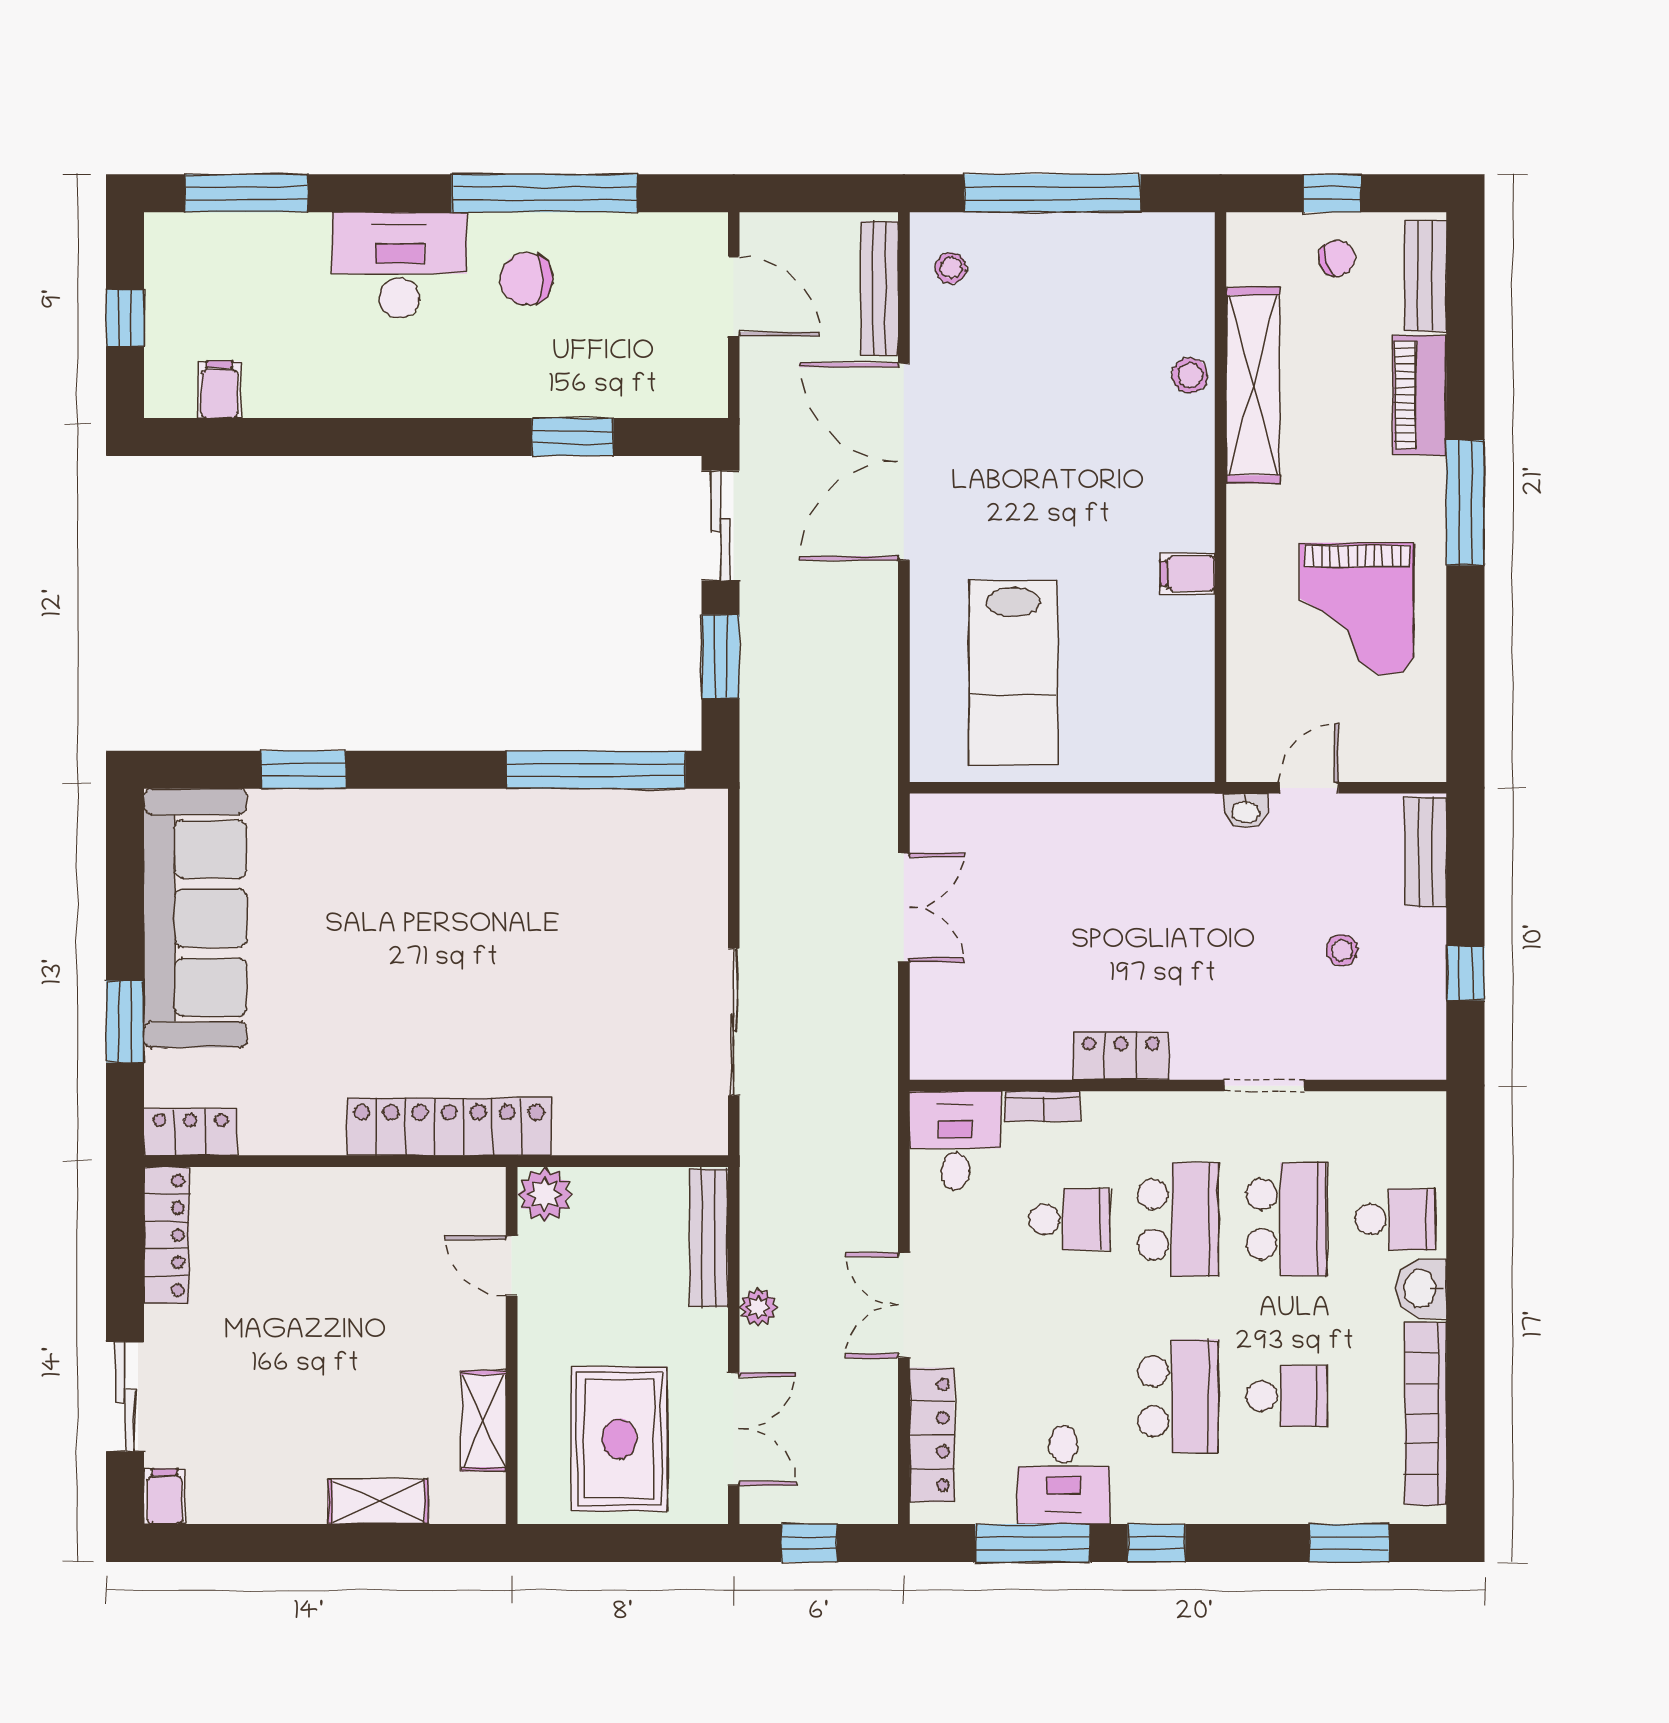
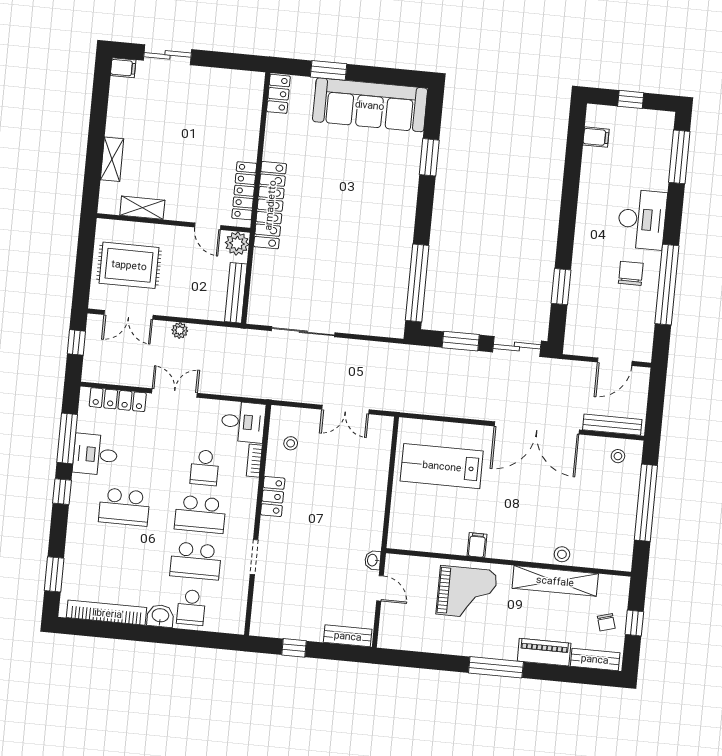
double door: (904, 462) -> (537, 428), swing flipped
grand piano: (1357, 609) -> (467, 592), moved, turned 180
stool: (1342, 950) -> (291, 443), moved
locker: (167, 1235) -> (244, 191), moved, turned 90
bench: (709, 1238) -> (236, 293), moved, turned 90
door: (512, 1266) -> (208, 226), swing flipped
school desk: (1287, 1396) -> (120, 554), removed

